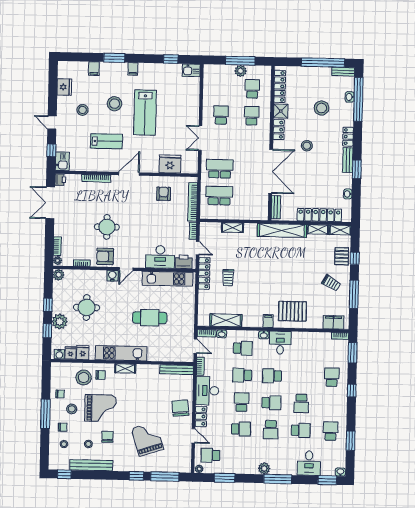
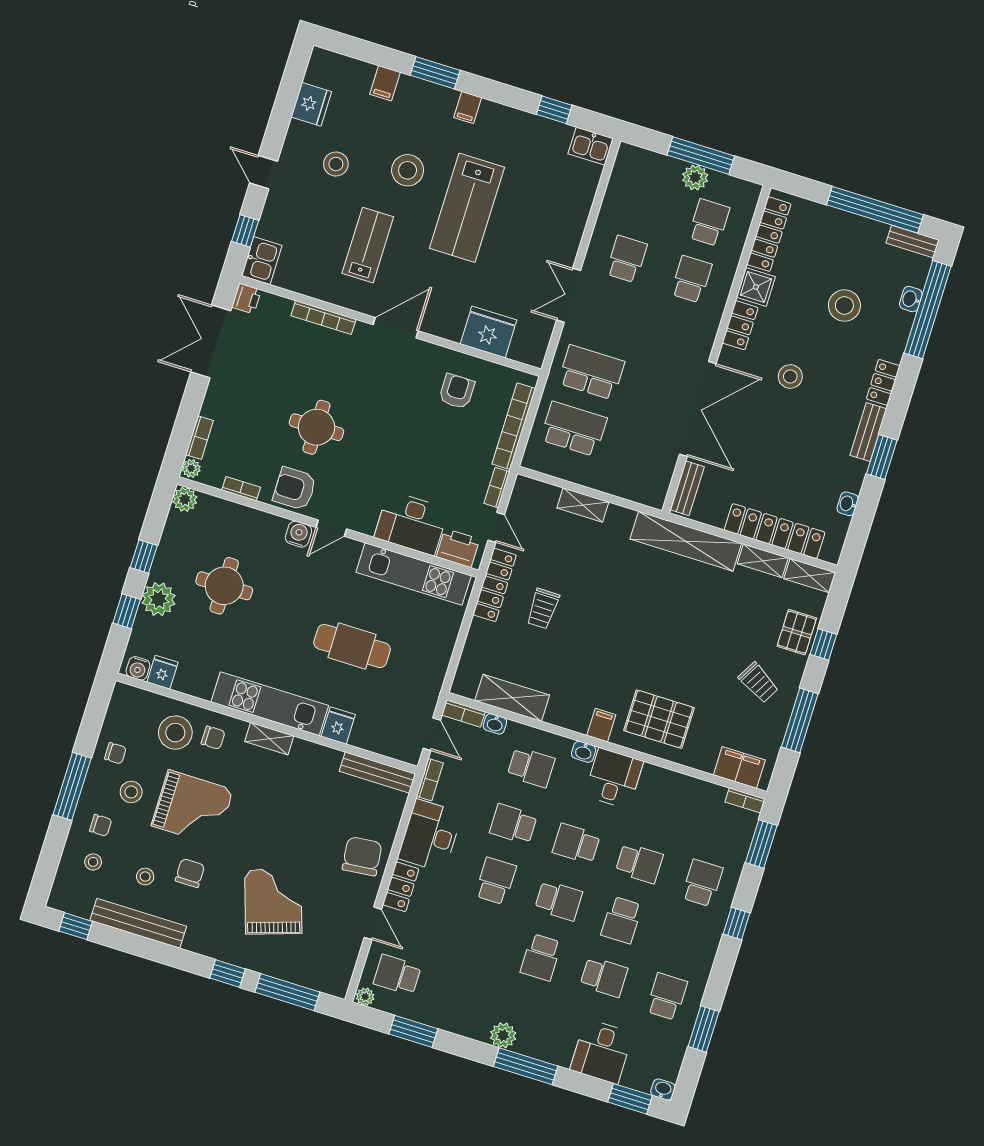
lab bench: (107, 141) -> (368, 245), turned -90
fridge: (83, 352) -> (338, 725), moved
school desk: (241, 429) -> (639, 863), moved

